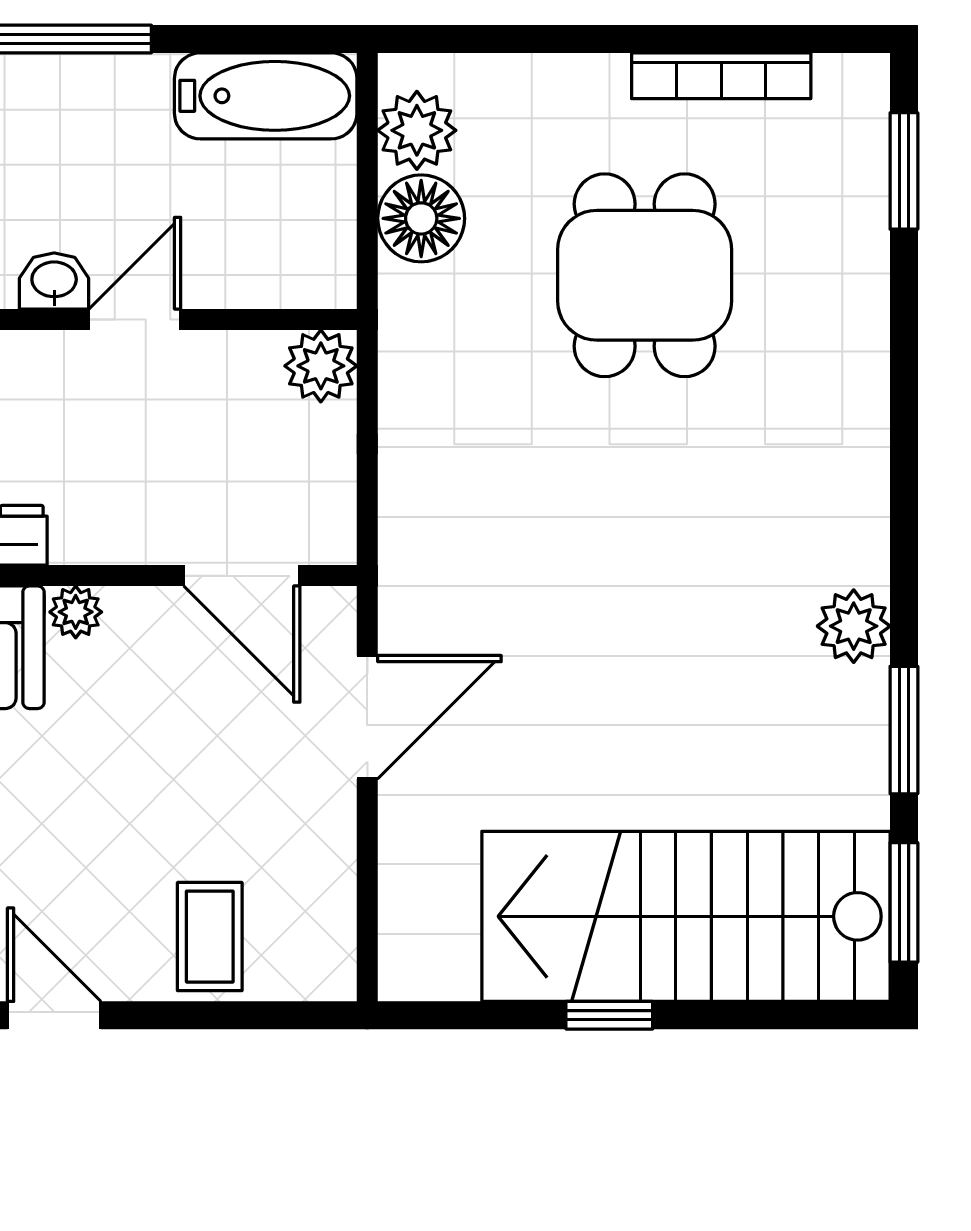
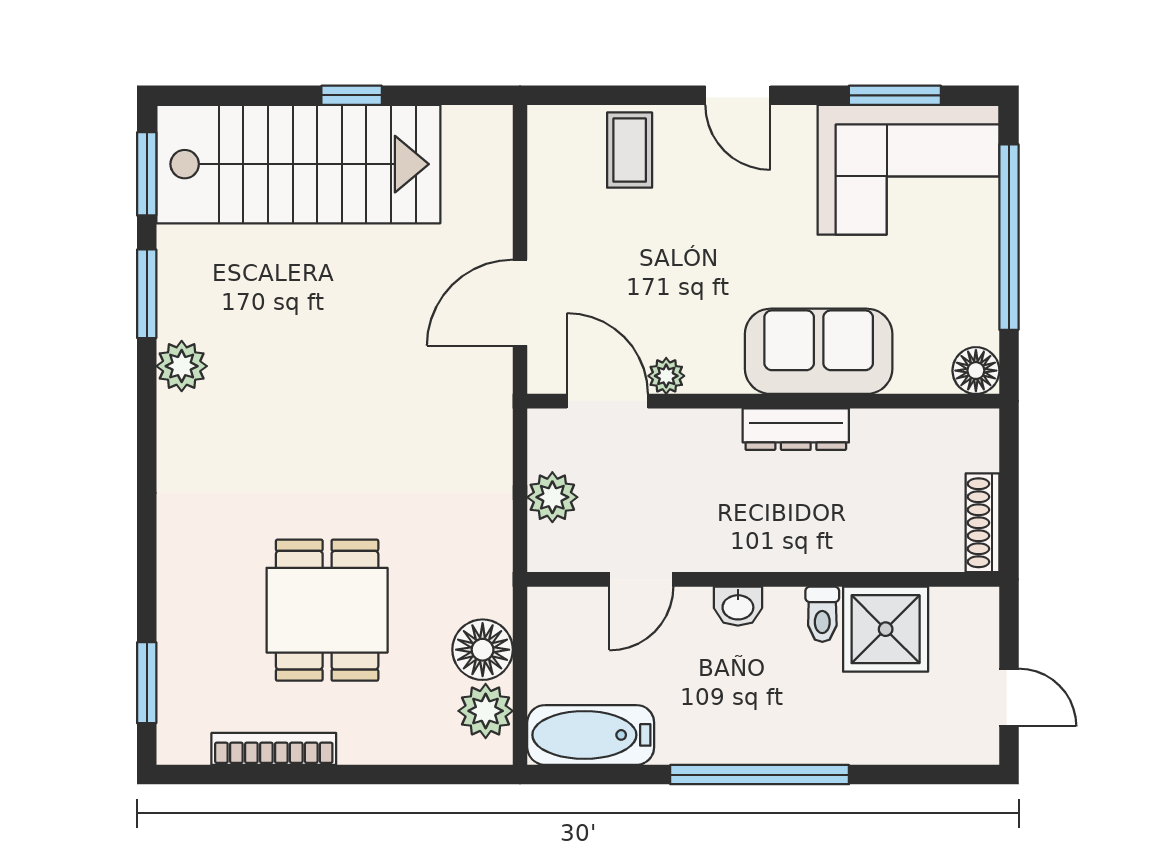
door: (135, 319) -> (641, 579), moved
plant: (321, 366) -> (552, 497), moved
plant: (76, 612) -> (666, 376), moved

